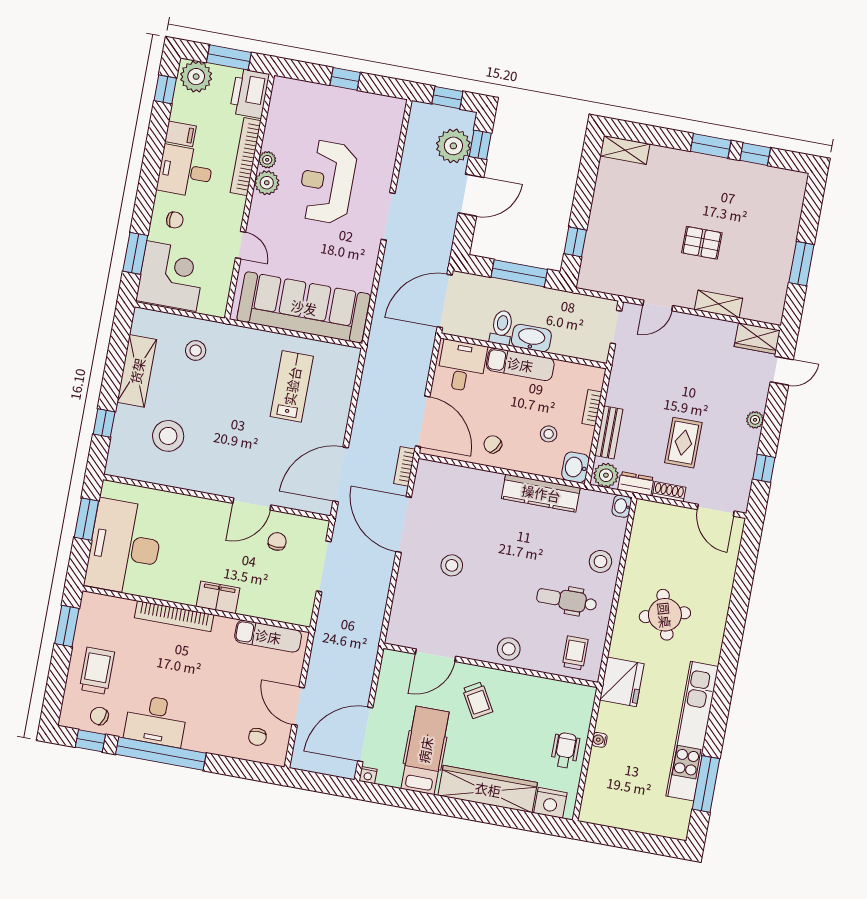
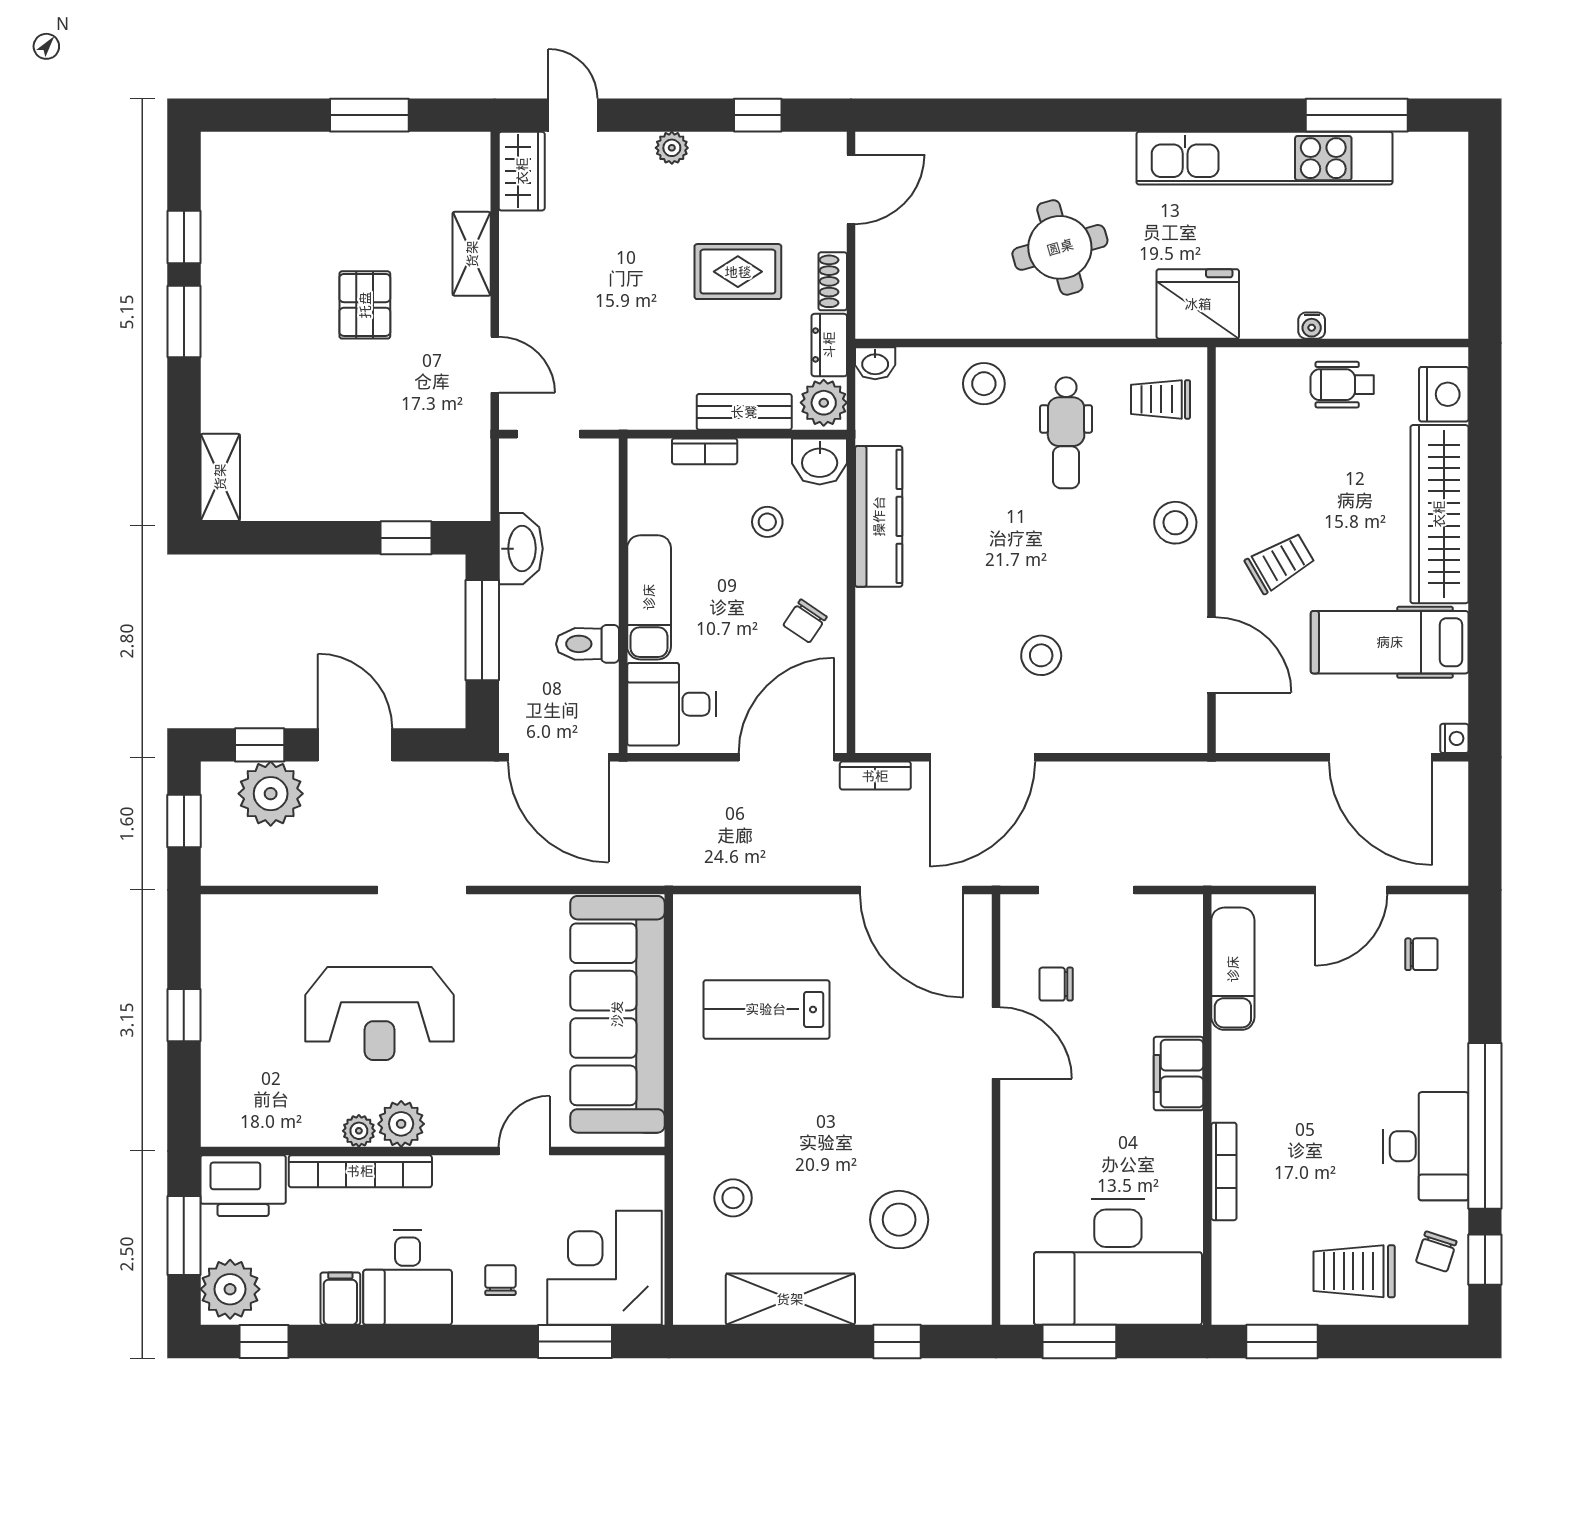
washbasin: (531, 338) -> (521, 549), moved, turned 180
bookcase: (174, 616) -> (1224, 1171), width x0.68, depth x0.76

